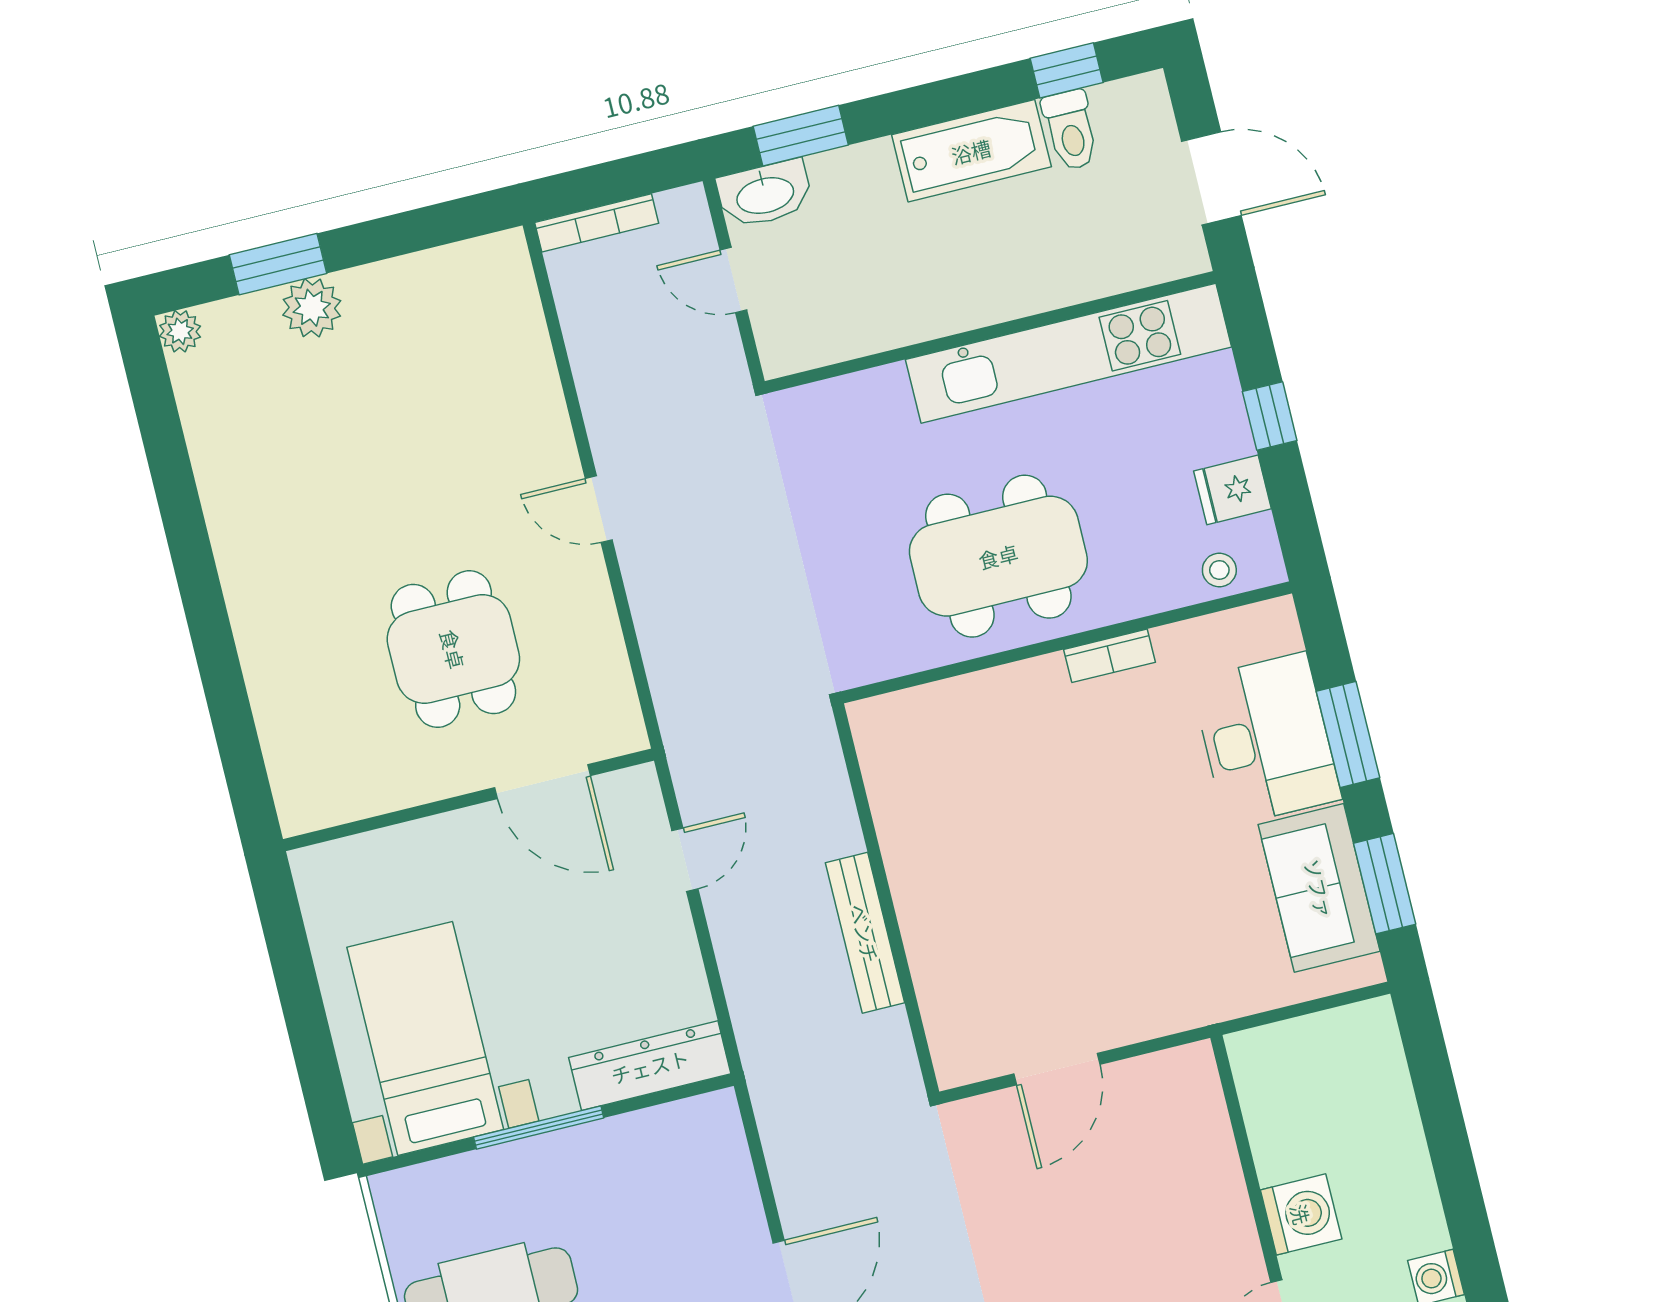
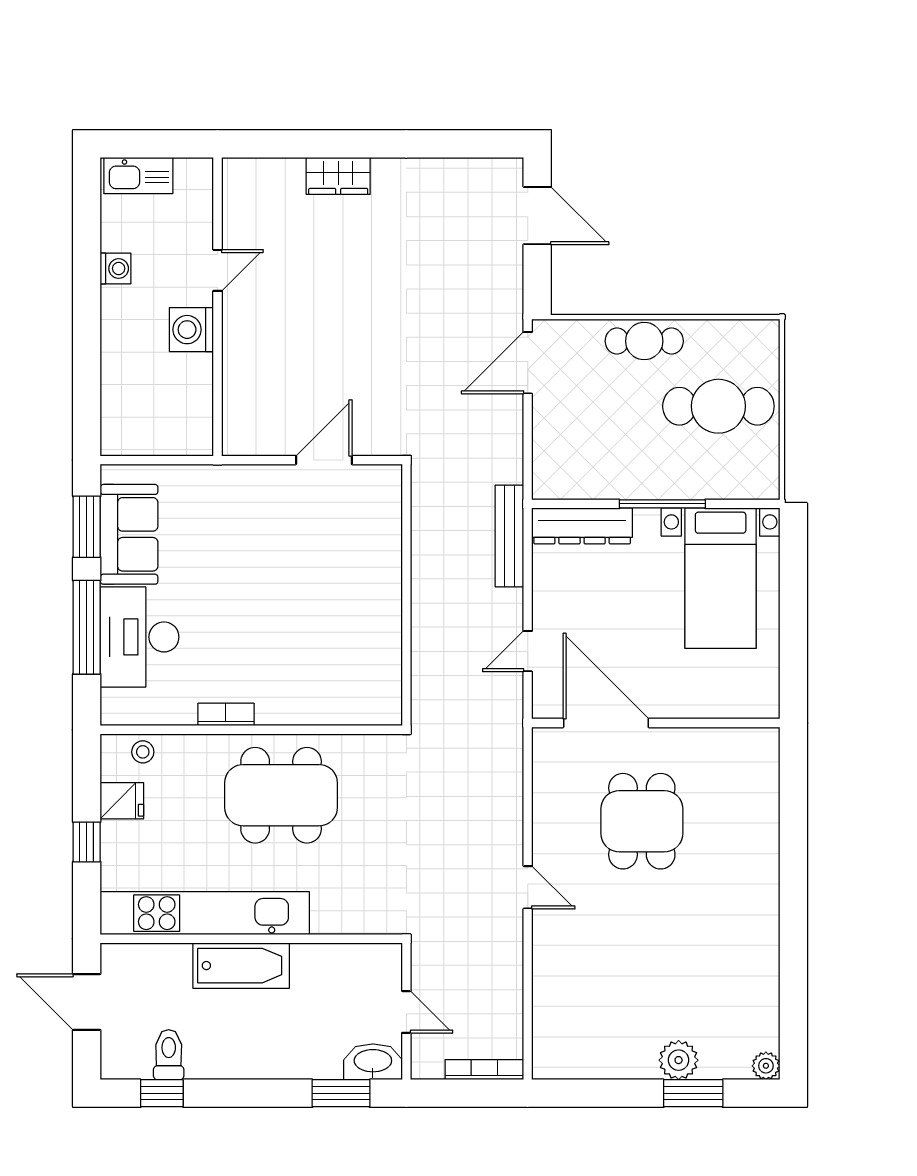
bathtub: (971, 151) -> (241, 966), moved, turned 180
window: (1348, 734) -> (87, 627), width x1.44
door: (542, 782) -> (606, 723), width x1.36
bench: (865, 933) -> (509, 536), moved

